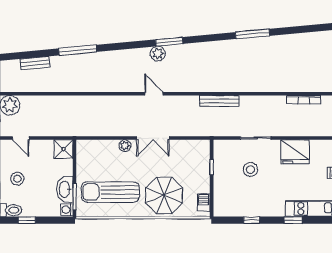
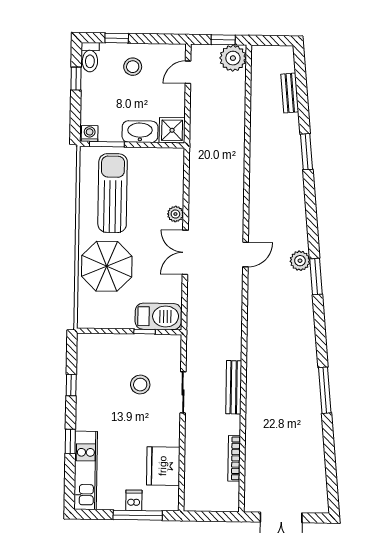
window: (78, 50) -> (306, 152), width x0.69
bench: (219, 101) -> (234, 387), moved
fridge: (295, 152) -> (163, 466), moved
washbasin: (65, 189) -> (140, 132), moved
barbecue: (204, 202) -> (158, 316), moved, width x1.88, depth x1.53

